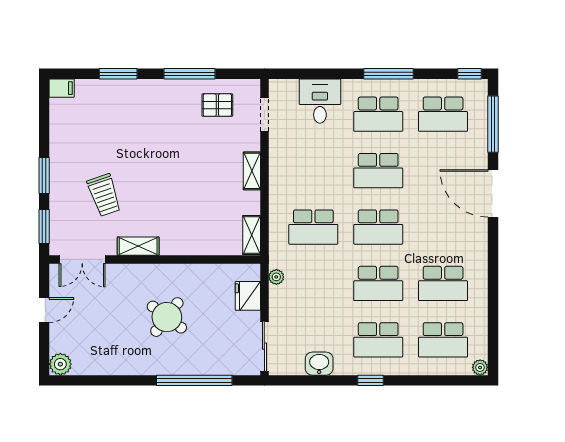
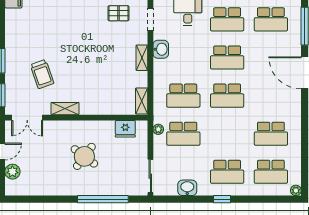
washbasin: (280, 158) -> (161, 49), added
school desk: (378, 283) -> (183, 134), moved
fridge: (248, 296) -> (125, 129), moved, turned -90
plant: (60, 364) -> (12, 172), moved

